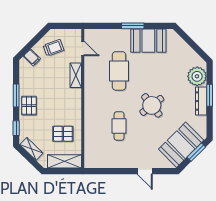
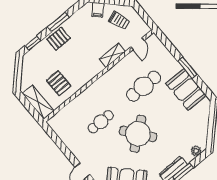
plant: (197, 76) -> (196, 151), width x0.53, depth x0.53
round table: (152, 105) -> (138, 134), width x1.36, depth x1.36
shelving: (31, 149) -> (27, 68), removed

